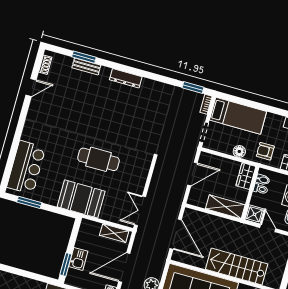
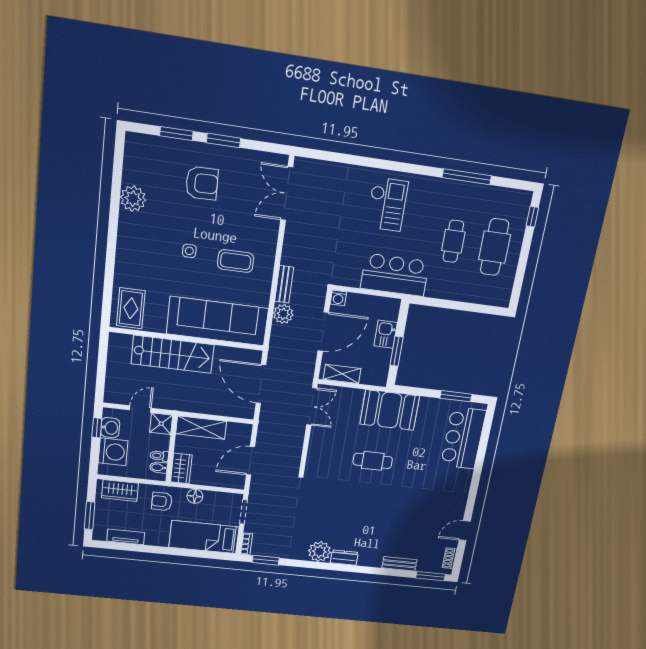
window: (84, 57) -> (430, 576), moved
dresser: (126, 78) -> (344, 558), width x0.70
plant: (149, 88) -> (319, 552), added
armchair: (265, 151) -> (162, 501), turned 180
cafe table: (99, 159) -> (373, 461), width x0.73, depth x0.74
door: (268, 228) -> (140, 409), swing flipped
window: (66, 265) -> (396, 351), moved

